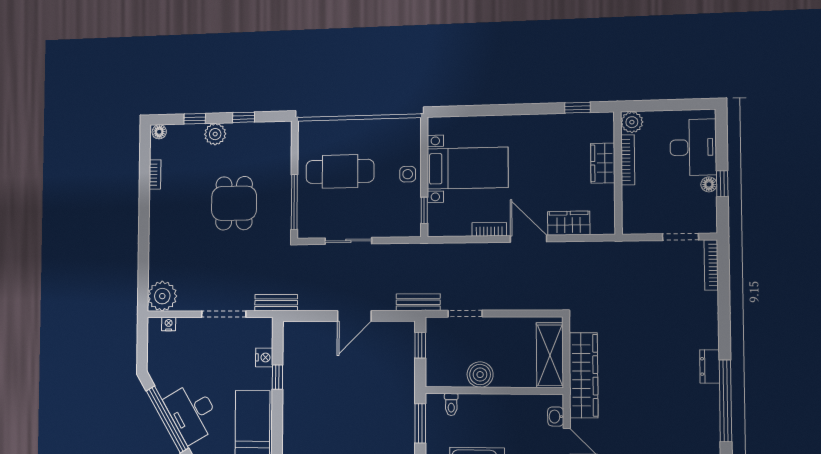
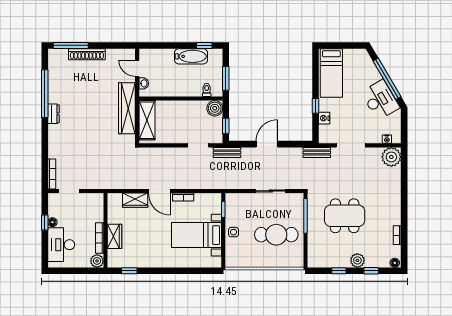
dining table: (234, 203) -> (345, 216), width x1.37
boiler: (480, 375) -> (215, 108), moved
desk: (192, 412) -> (380, 100), moved

